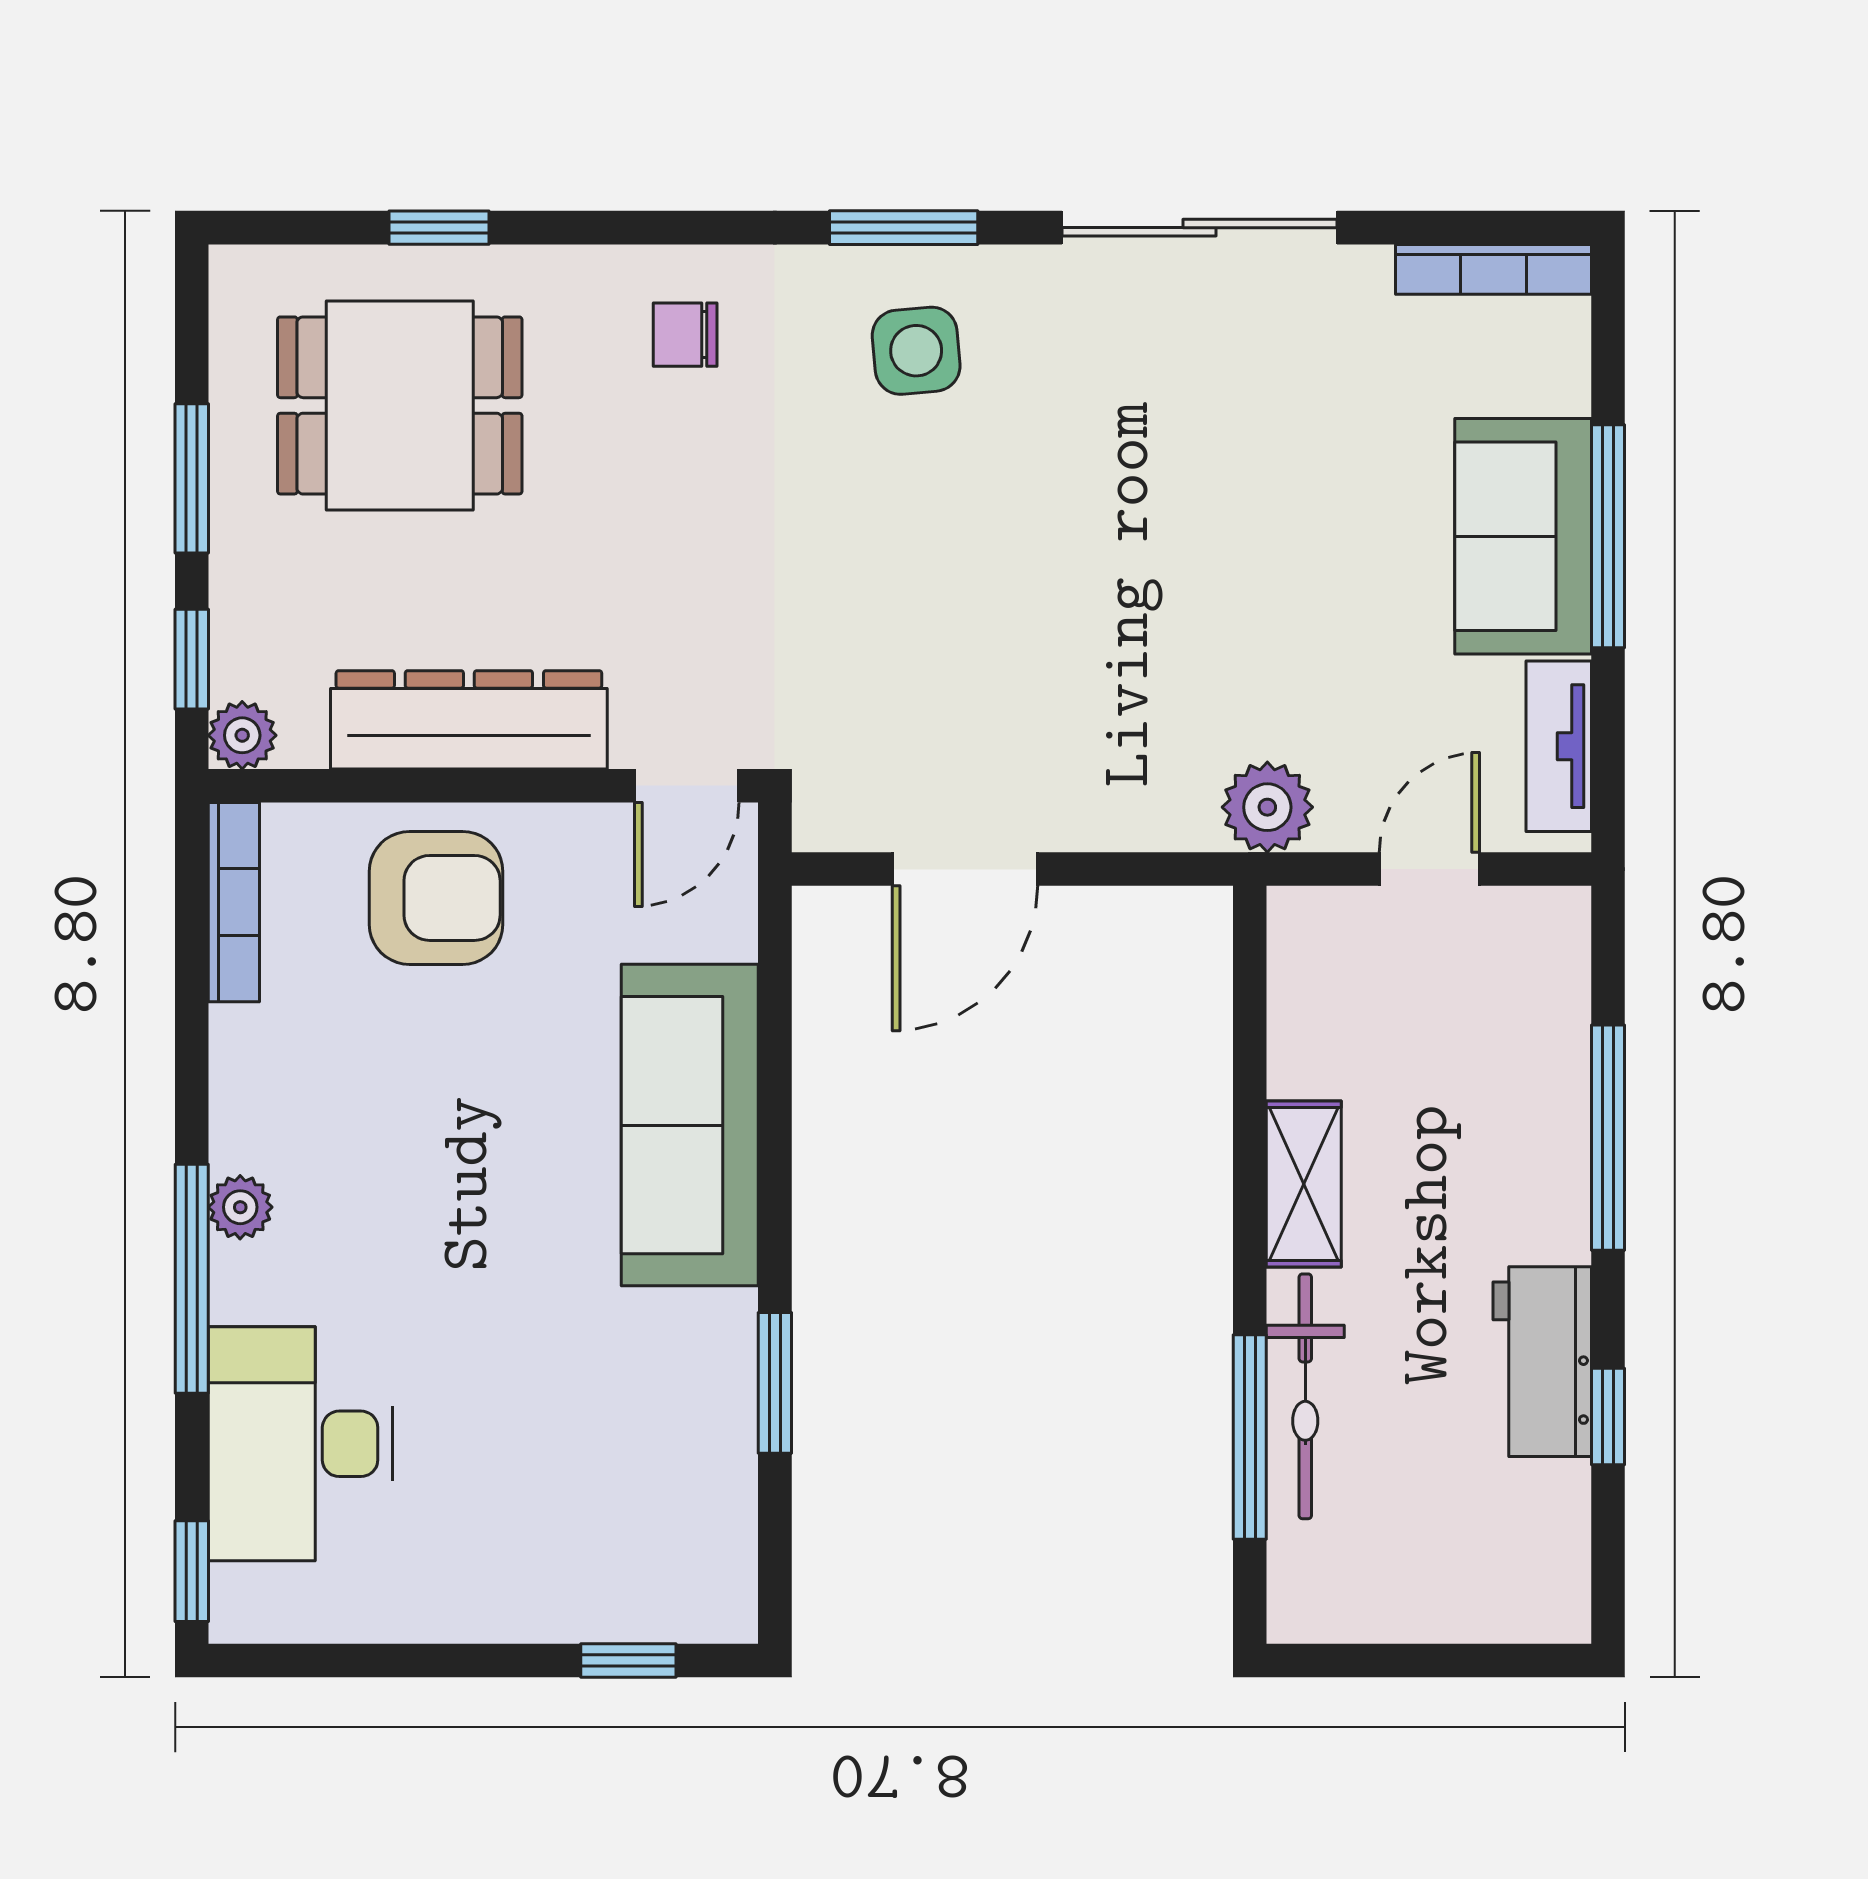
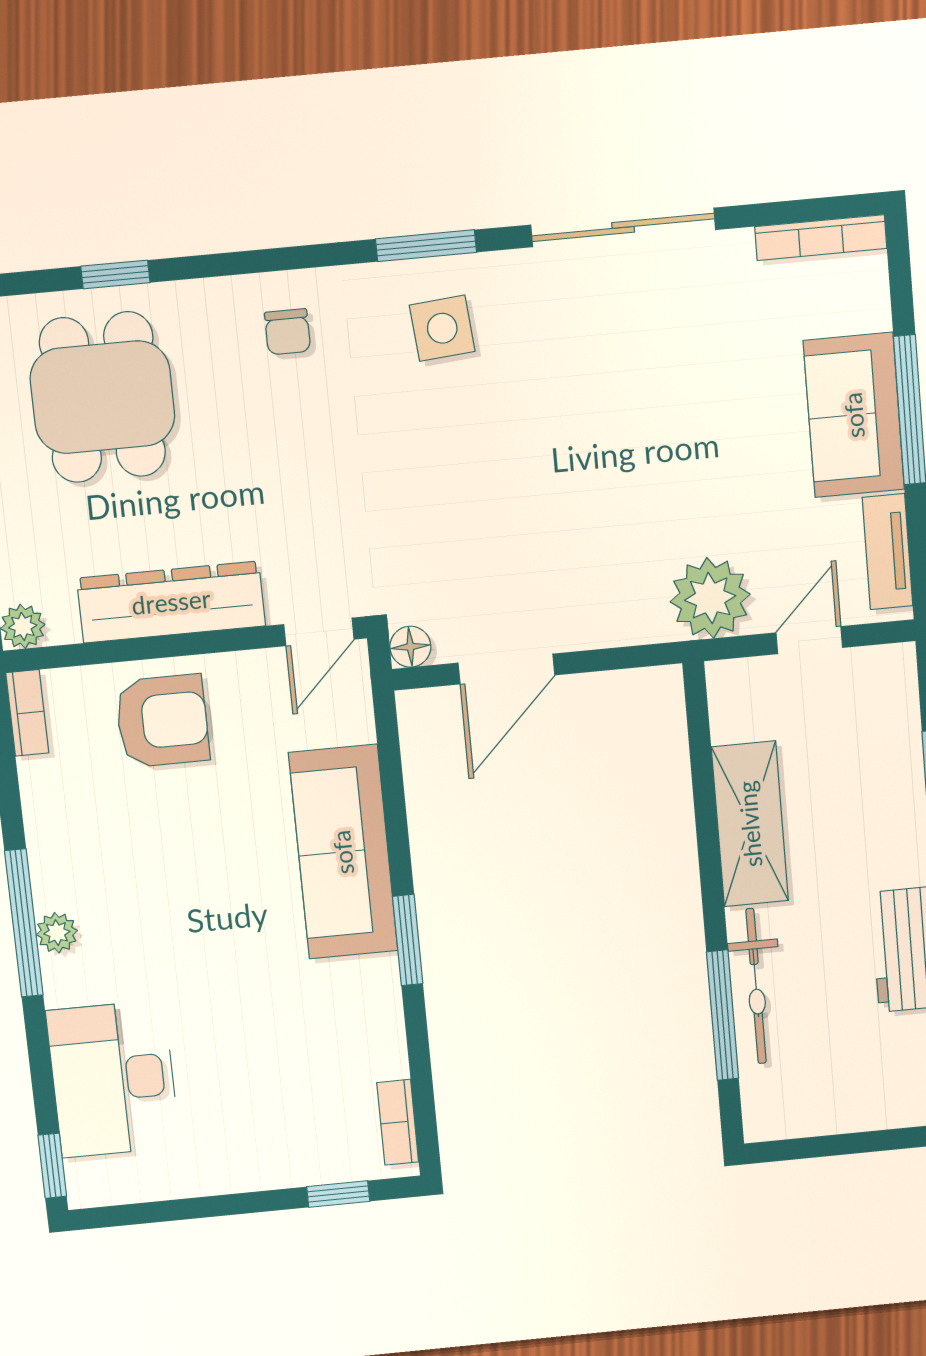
chair: (685, 335) -> (288, 332), turned -90
dining table: (400, 405) -> (102, 397), turned 90
plant: (1267, 807) -> (710, 598), width x1.36, depth x1.36
floor lamp: (823, 821) -> (410, 647), added
bookcase: (234, 902) -> (27, 713), width x0.64
shelving: (1304, 1184) -> (750, 824), width x1.50, depth x1.33
window: (192, 1279) -> (24, 923), moved
window: (775, 1383) -> (408, 940), moved
bookcase: (732, 1556) -> (398, 1122), added

